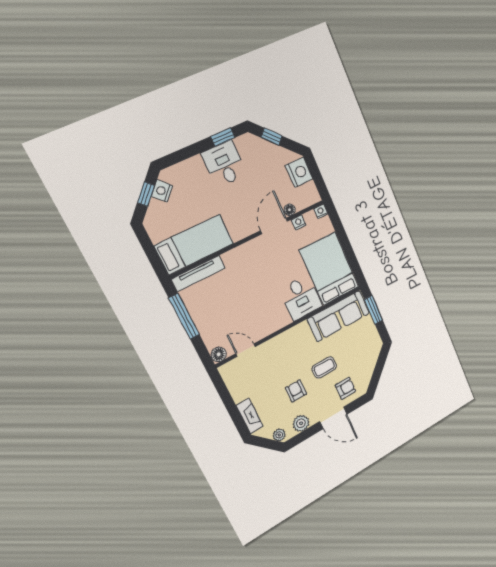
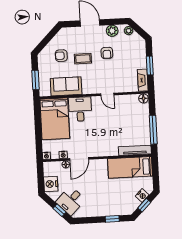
window: (223, 137) -> (112, 219), moved
desk: (224, 164) -> (71, 201), moved, turned 45
nightstand: (162, 191) -> (142, 196), moved
sofa: (339, 316) -> (66, 86), width x0.73
door: (246, 350) -> (107, 94), moved
armchair: (345, 388) -> (61, 56), moved
window: (230, 404) -> (150, 66), added
fireplace: (250, 416) -> (143, 80), moved

